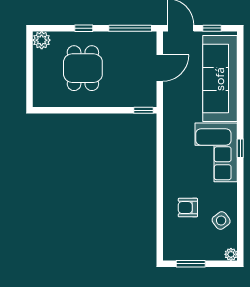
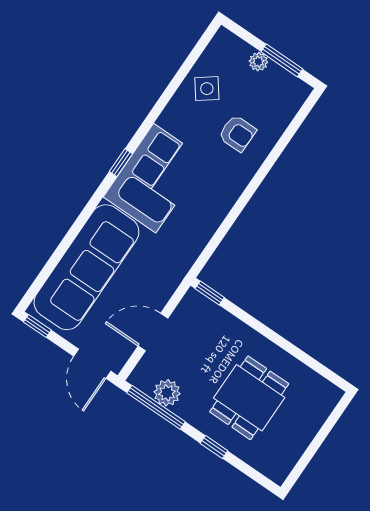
window: (212, 28) -> (37, 326), moved
plant: (42, 40) -> (167, 393), moved
plant: (231, 254) -> (258, 62), moved

